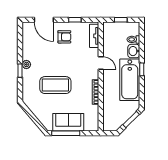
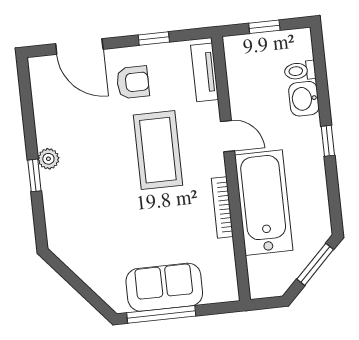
bathtub: (130, 80) -> (264, 203), moved, turned 180
coffee table: (55, 85) -> (158, 150), moved, turned 90

